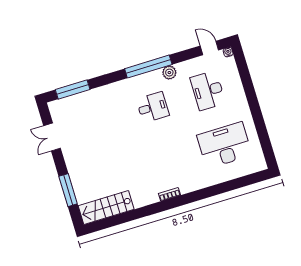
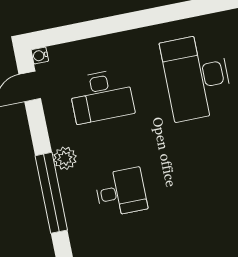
desk: (153, 107) -> (121, 192), turned 90

